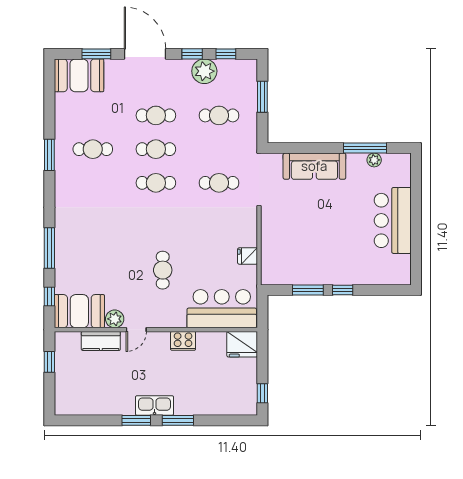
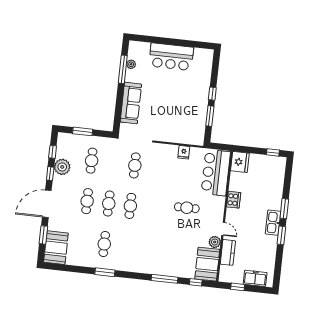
freezer: (66, 387) -> (255, 278), added

